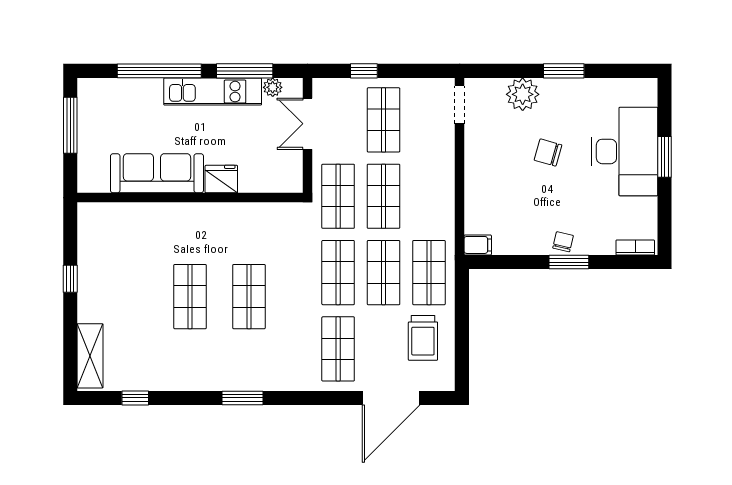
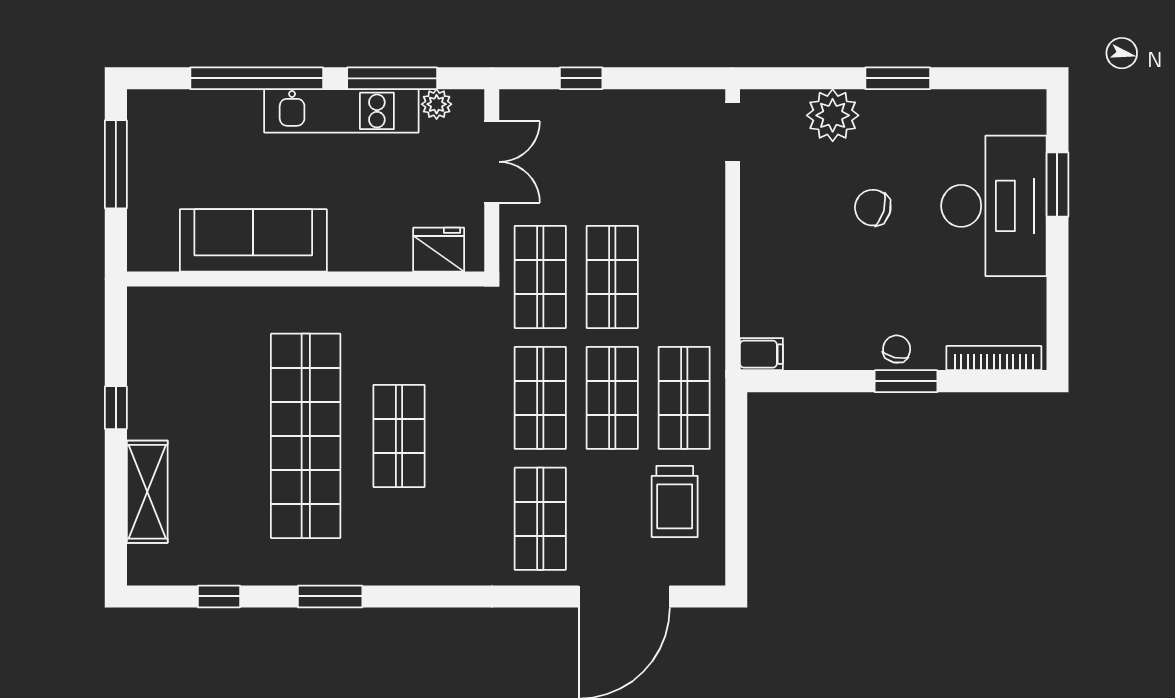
shop shelf: (384, 120) -> (612, 156), removed
double door: (308, 124) -> (492, 162), swing flipped
window: (665, 157) -> (1057, 184), moved
fridge: (221, 179) -> (439, 250), moved
bookcase: (635, 247) -> (994, 358), width x1.56
shop shelf: (190, 297) -> (306, 436), width x2.00, depth x1.36
shelving: (90, 356) -> (147, 492), moved
window: (243, 398) -> (330, 596), moved

